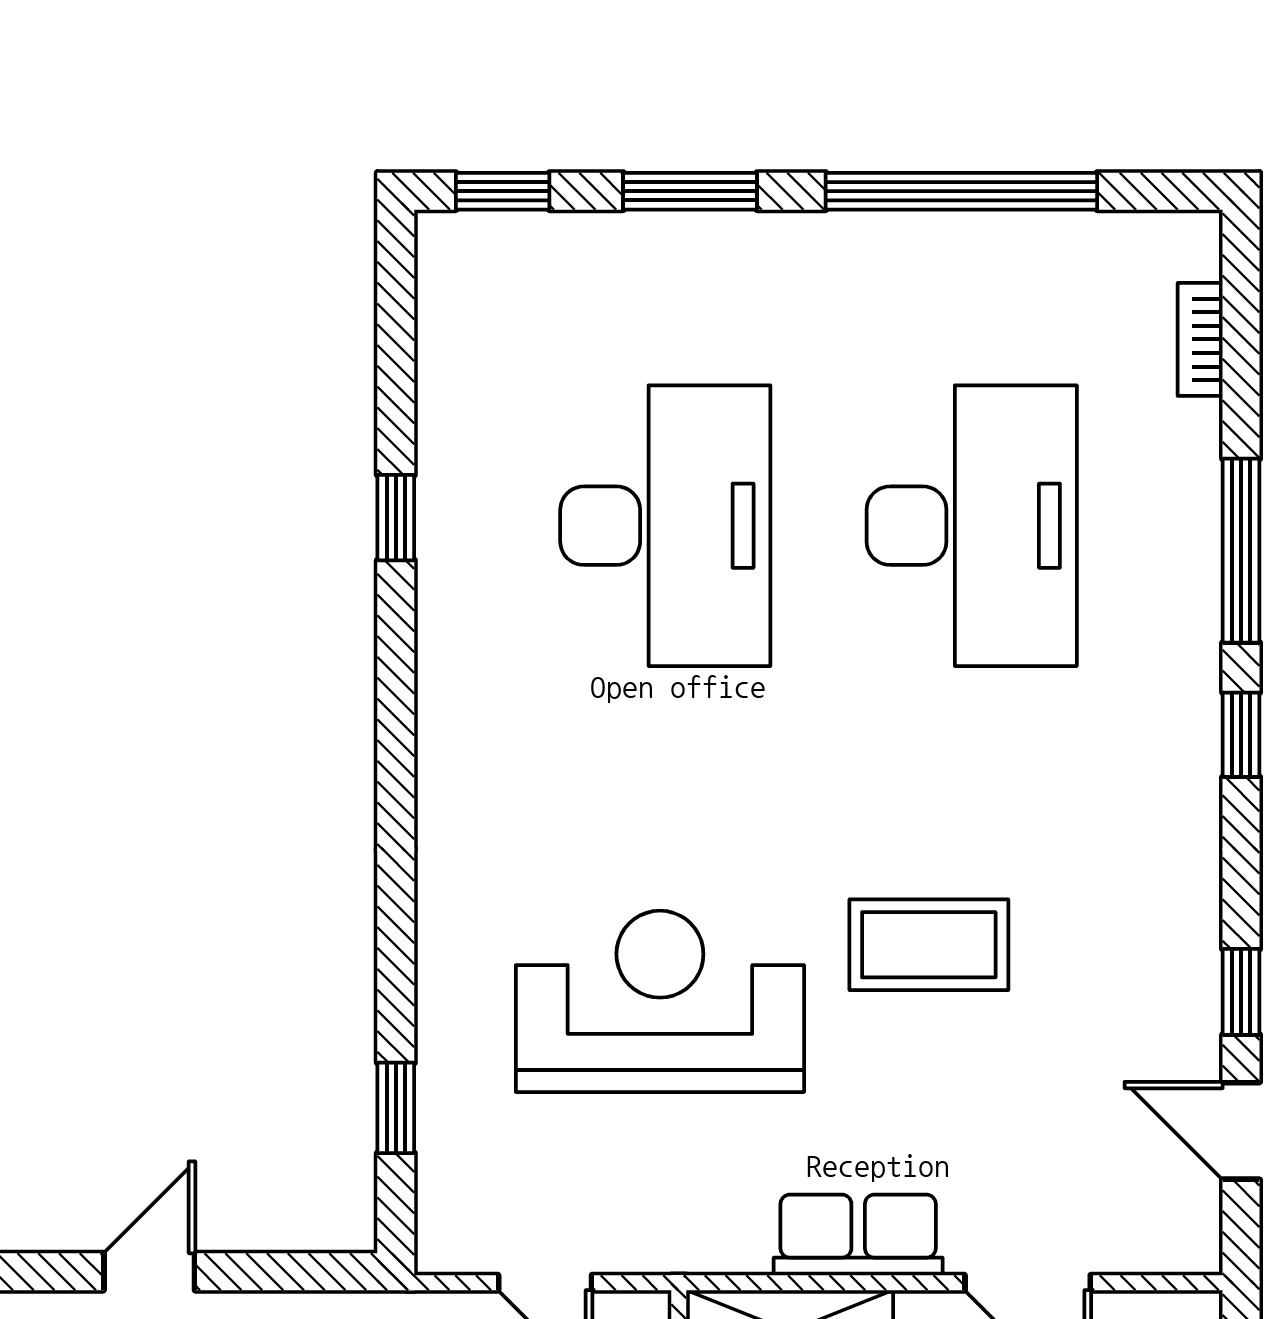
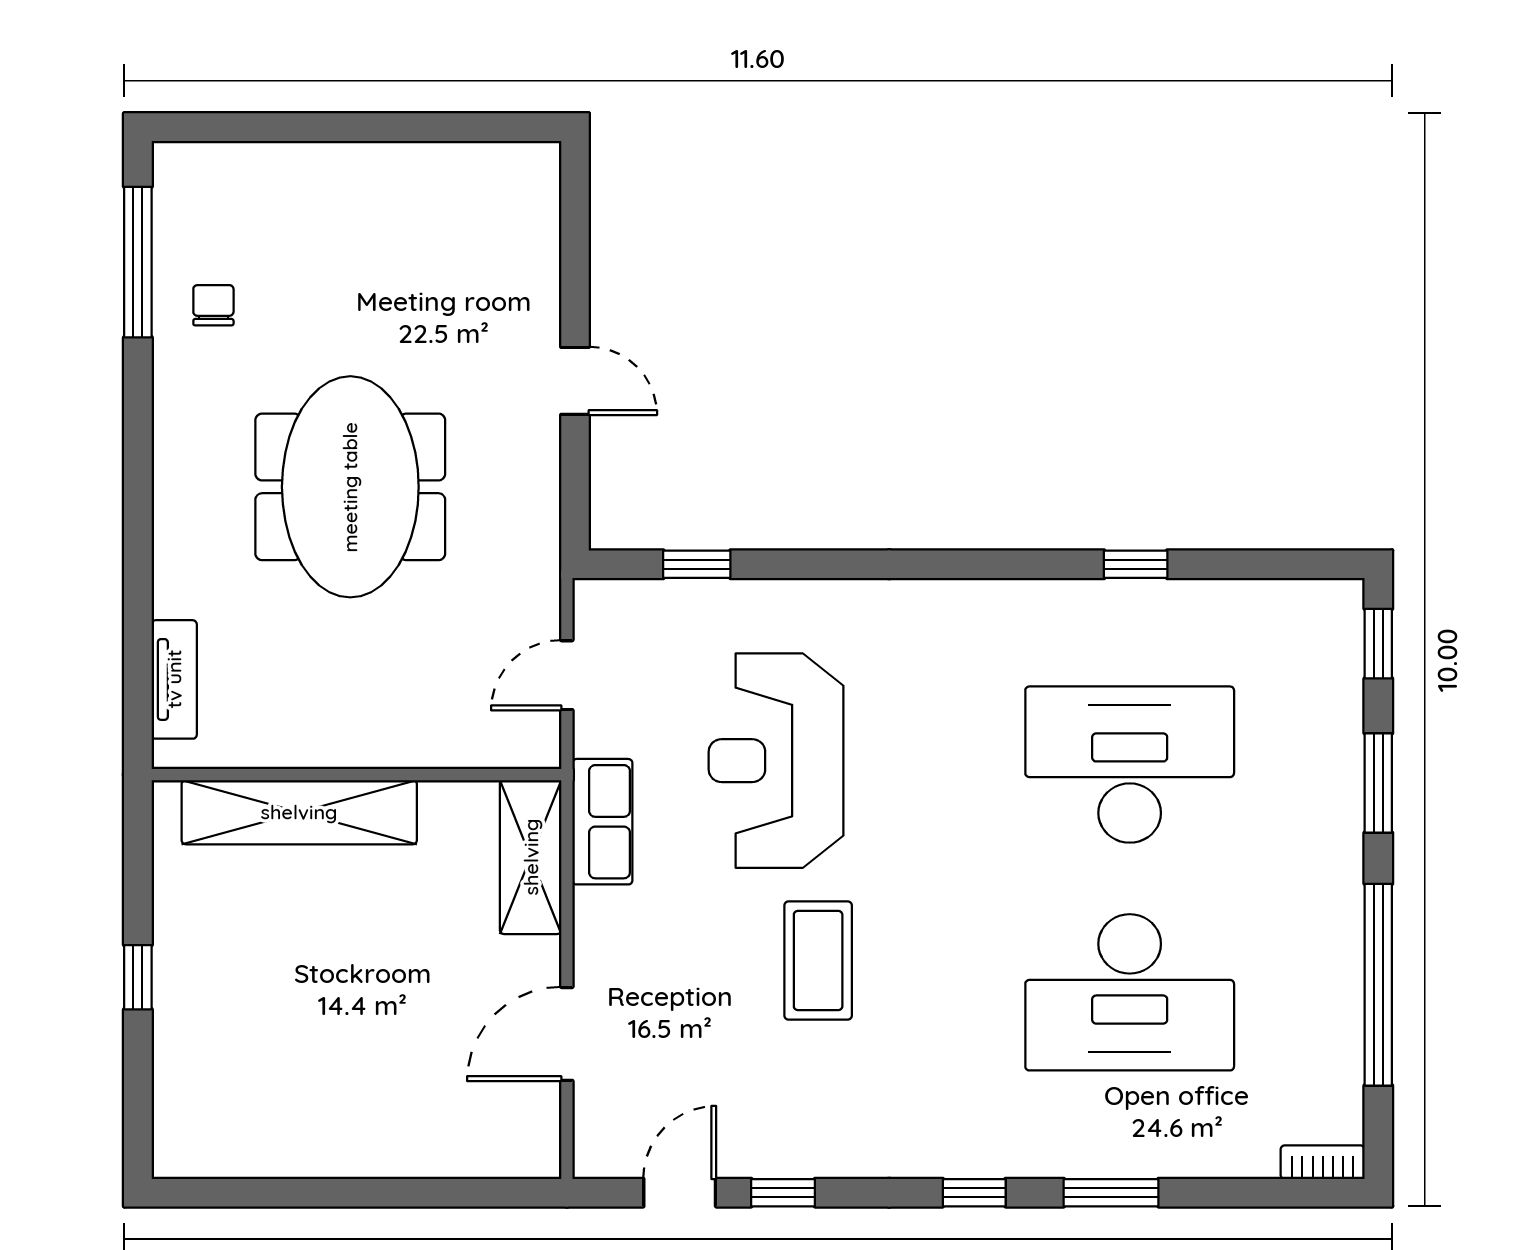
bookcase: (1200, 339) -> (1323, 1162), moved
desk: (665, 526) -> (1130, 765), turned 180
window: (1241, 551) -> (1111, 1193), width x0.69
reception desk: (660, 1001) -> (776, 761), turned 180
row of seats: (858, 1235) -> (602, 822), moved

